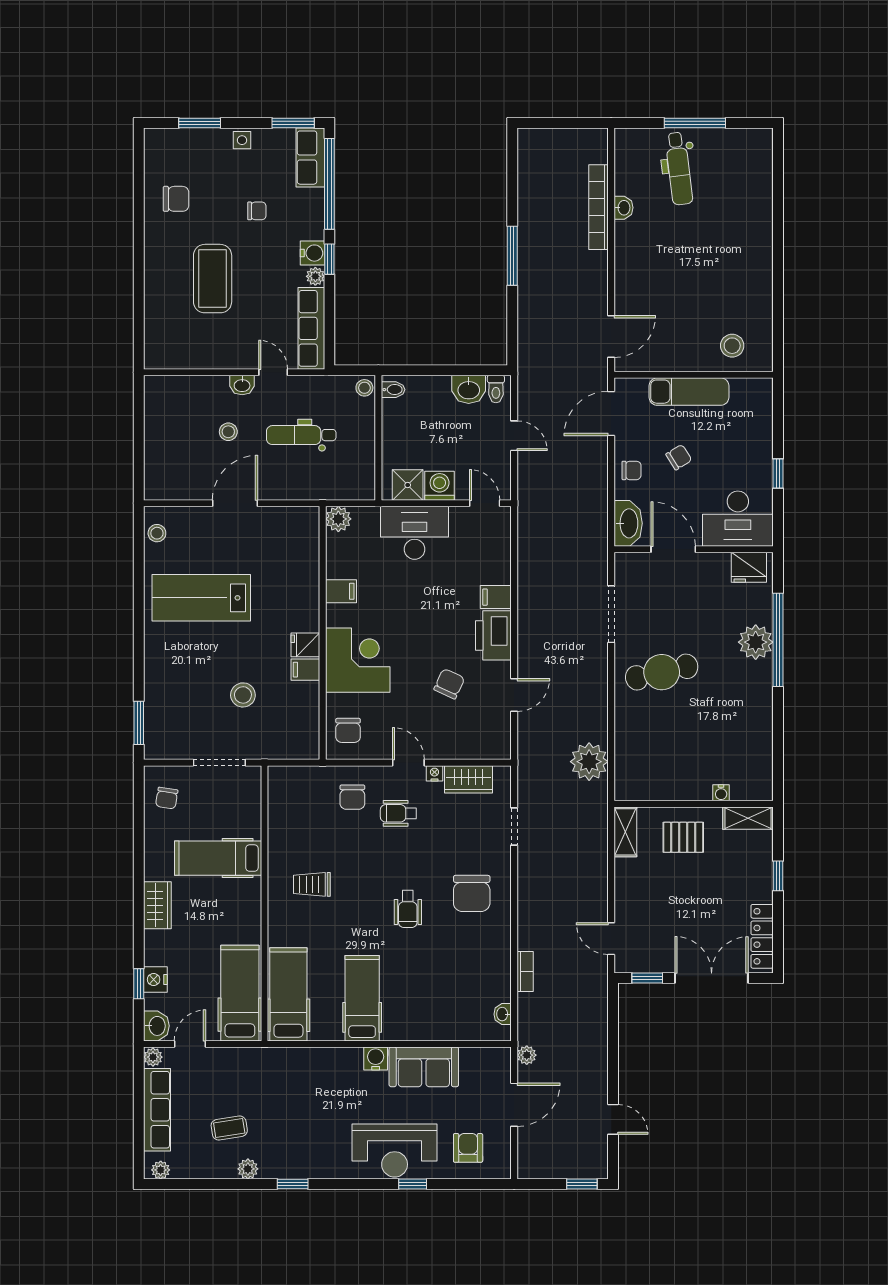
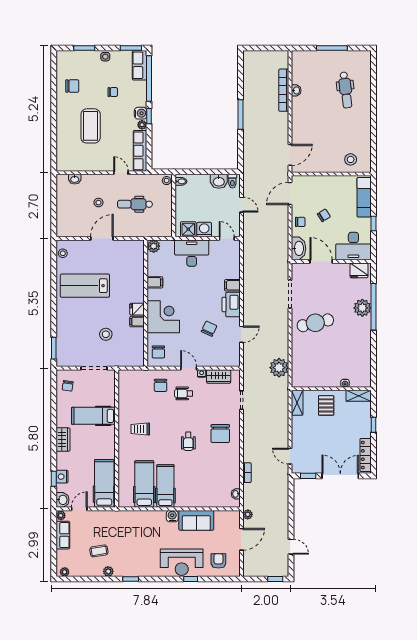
dental chair: (679, 169) -> (346, 90), moved
washbasin: (242, 385) -> (75, 179), moved
exam couch: (689, 392) -> (364, 197), moved, turned 90
pallet: (683, 837) -> (326, 405), turned 90
hospital bed: (288, 994) -> (144, 484), moved
row of seats: (157, 1110) -> (63, 535), width x0.68

